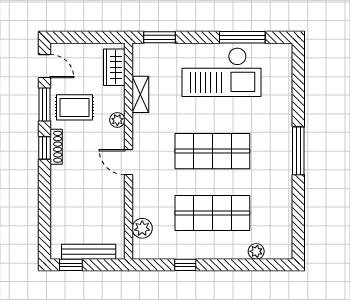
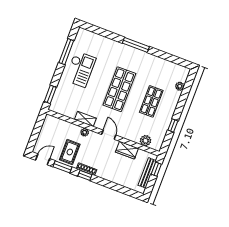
wardrobe: (114, 67) -> (127, 150), moved
checkout: (222, 72) -> (80, 69), width x0.73, depth x0.83
shelving: (140, 94) -> (85, 119), moved
door: (128, 162) -> (109, 135), swing flipped
shop shelf: (212, 213) -> (151, 101), width x0.70, depth x0.74
window: (71, 265) -> (156, 169), moved

